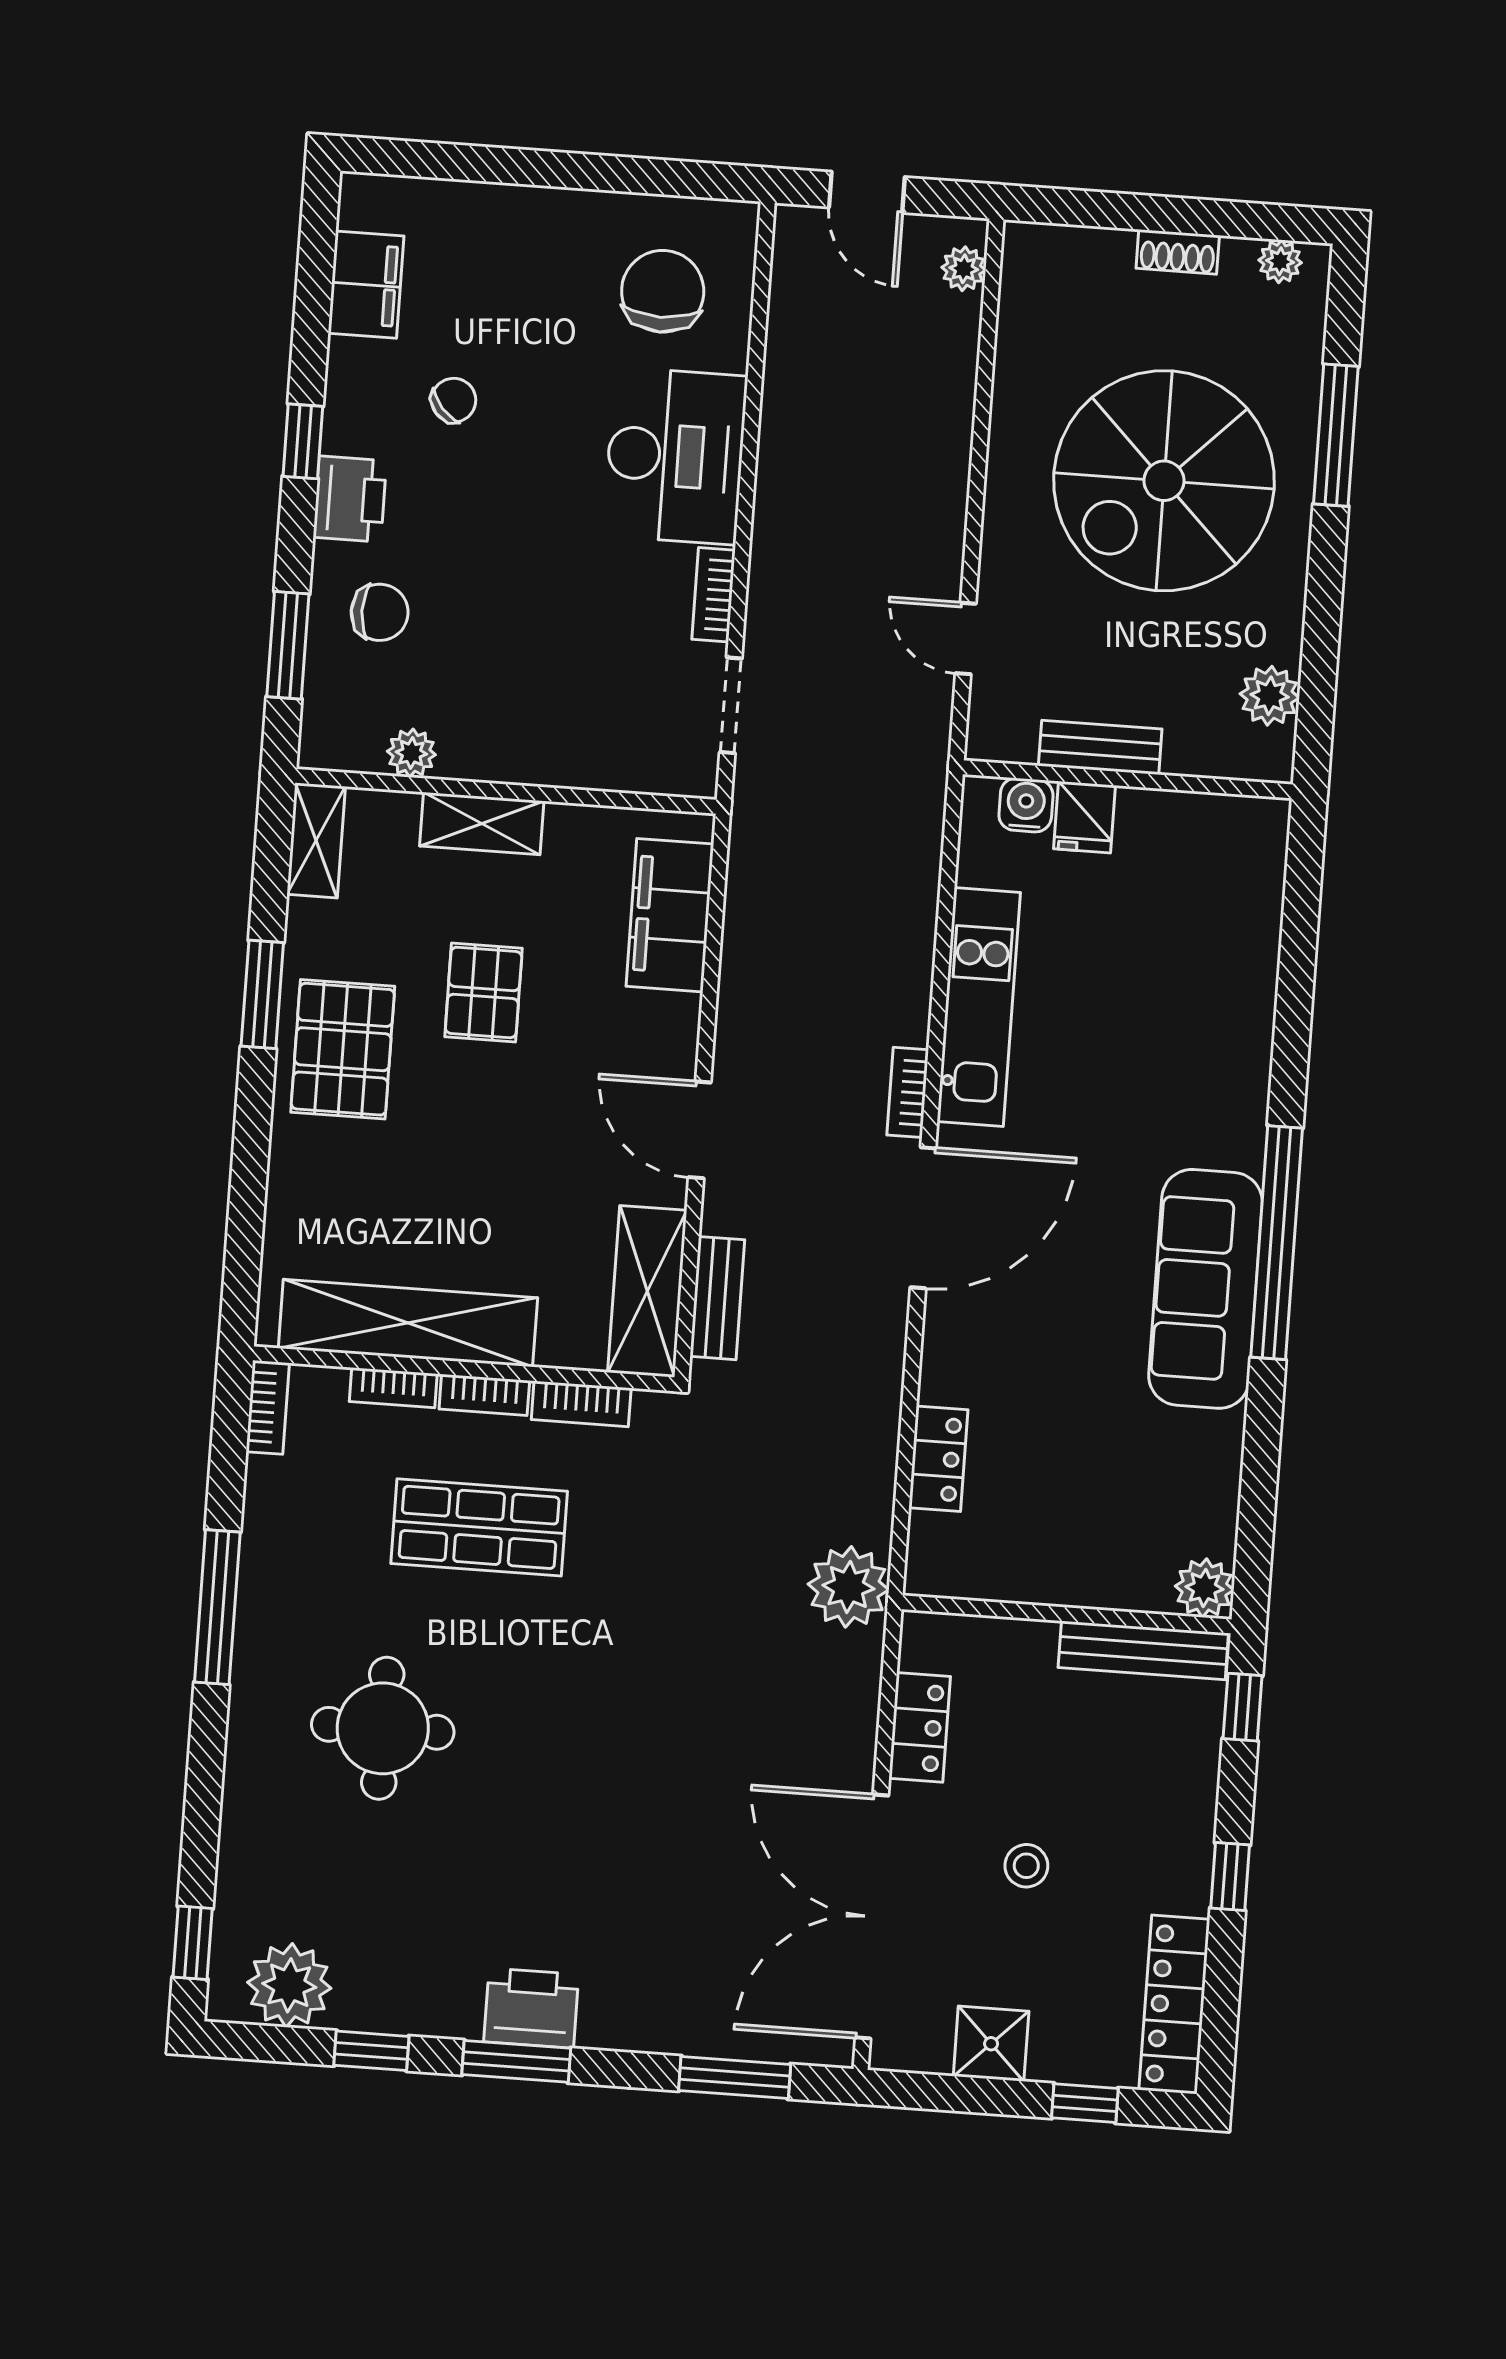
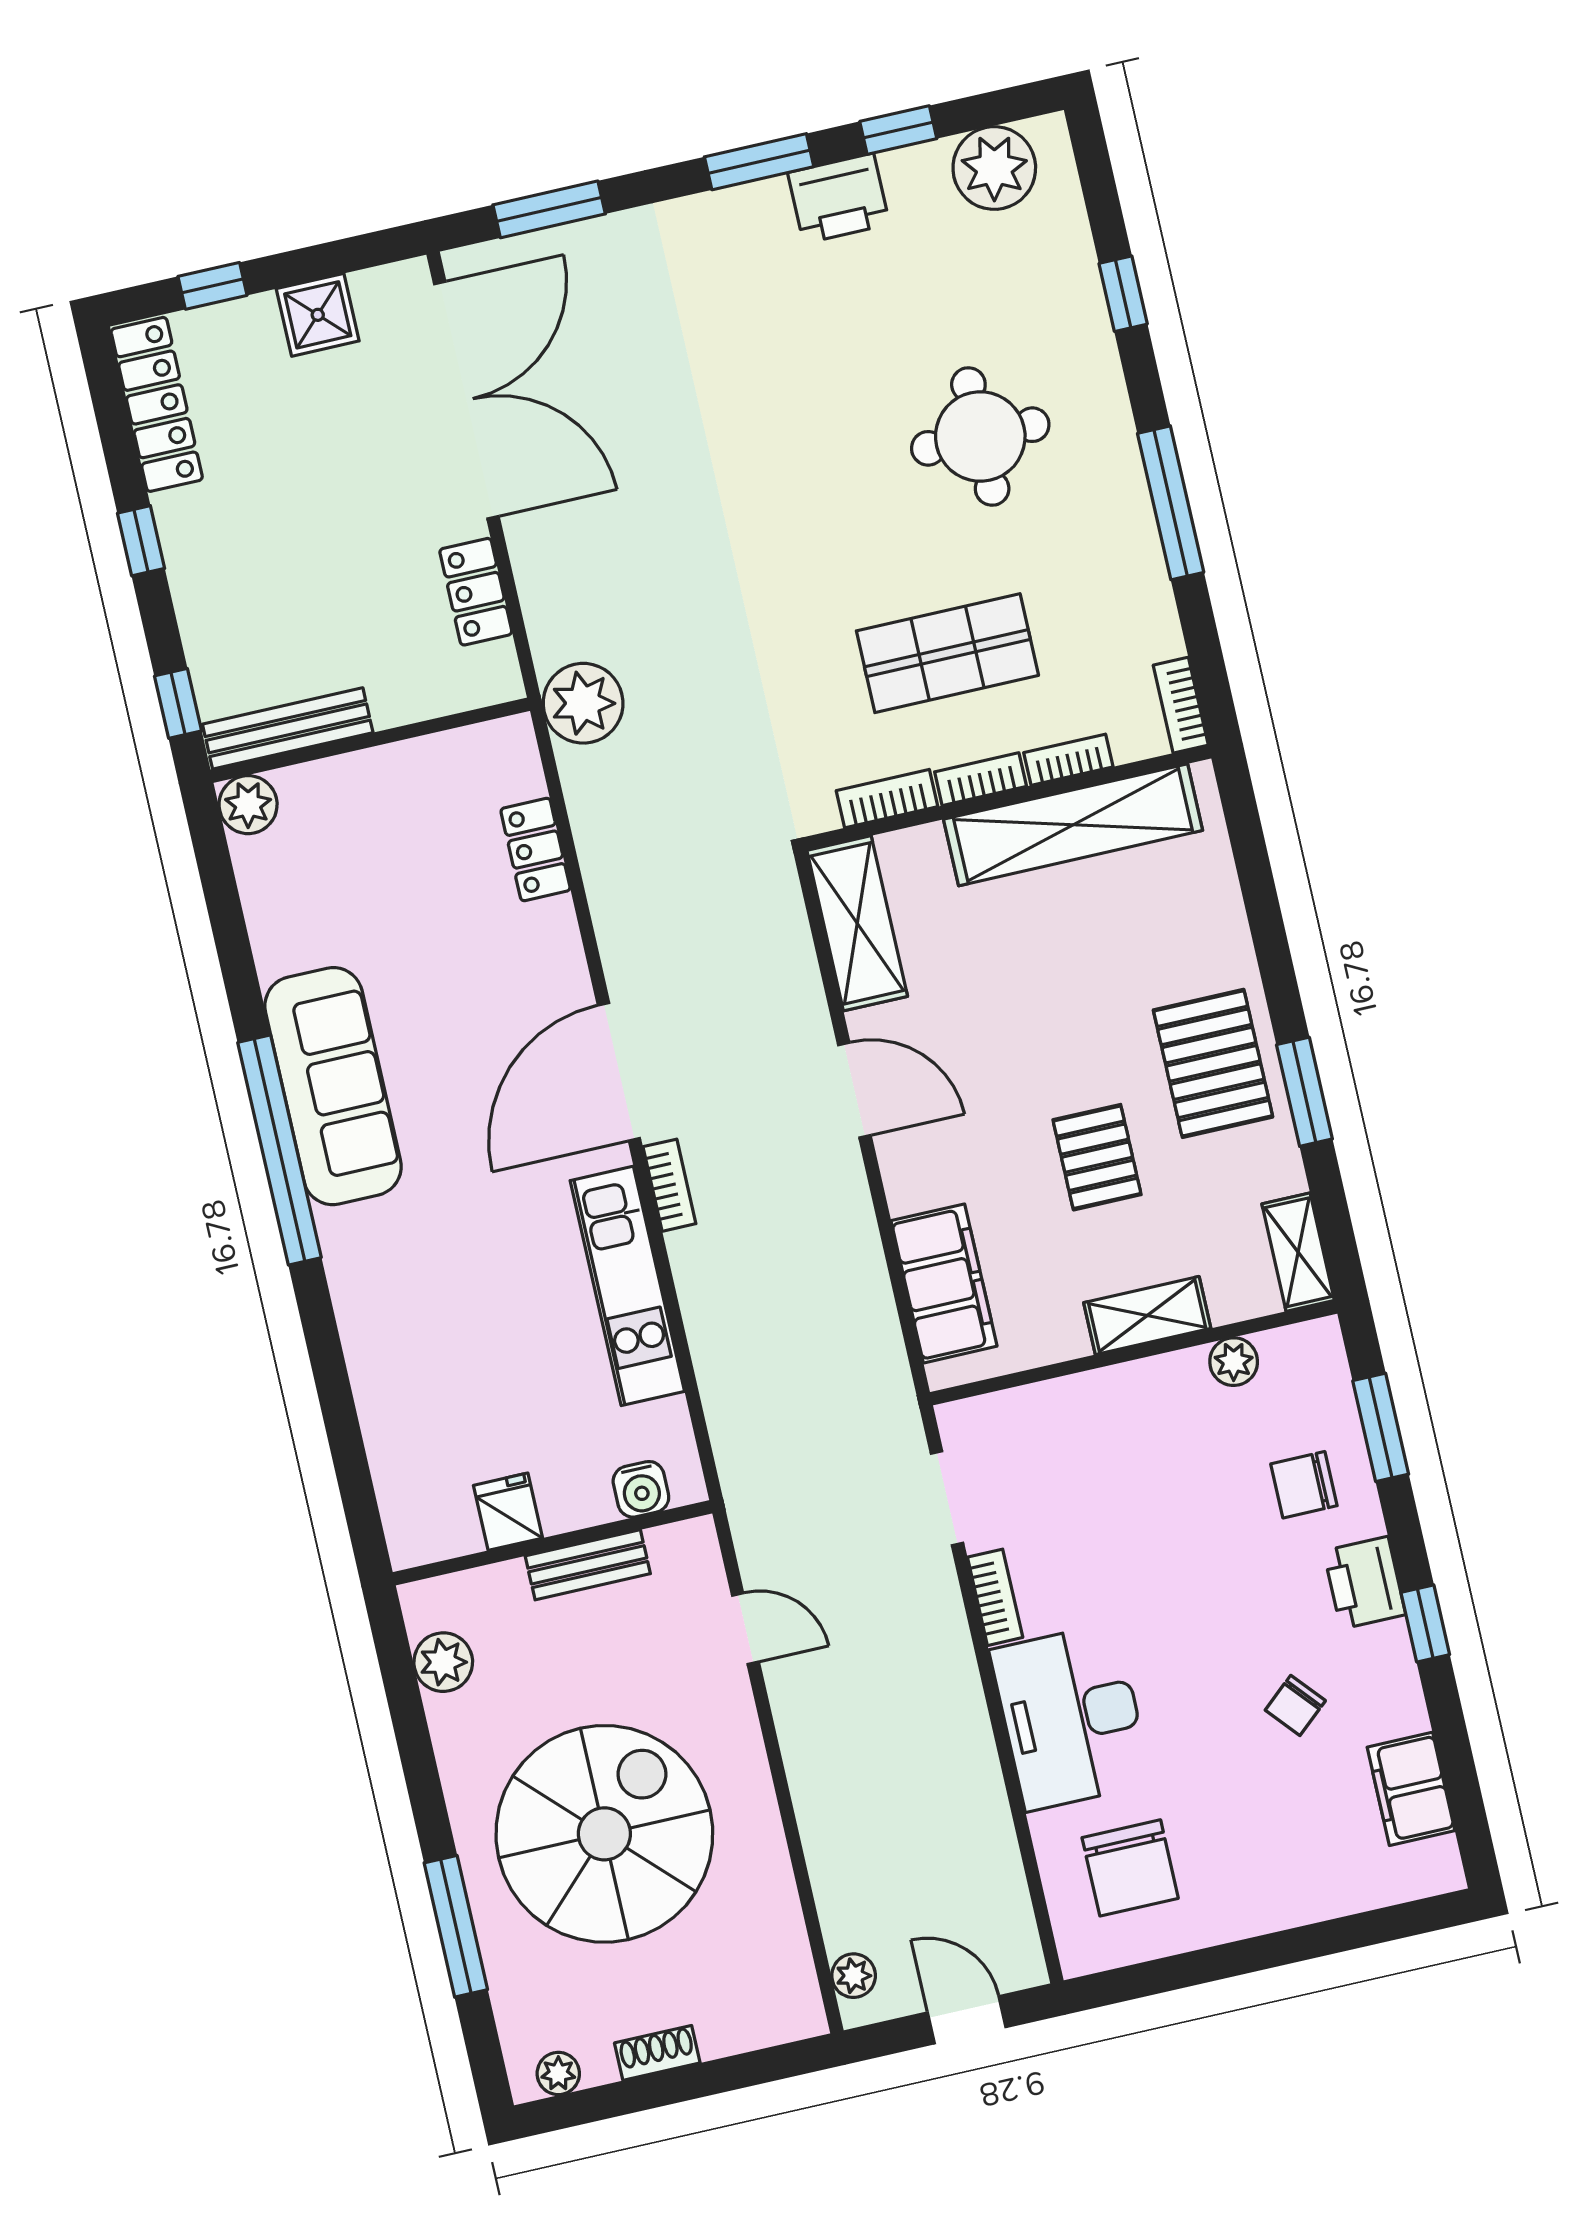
fridge: (1084, 817) -> (508, 1512), moved
bench: (717, 1298) -> (789, 937), removed
stool: (1026, 1866) -> (336, 492), removed
window: (193, 1943) -> (1123, 294), moved
printer: (531, 2008) -> (839, 198), moved

